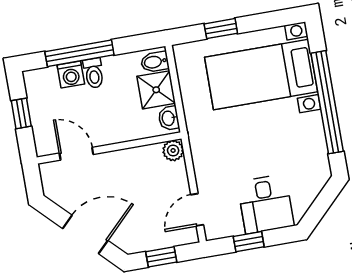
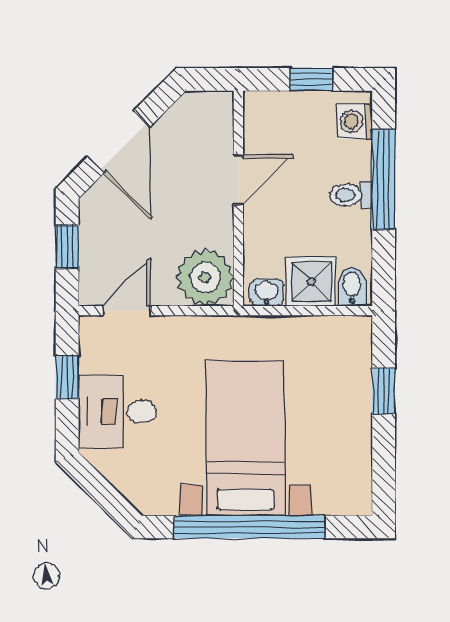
washing machine: (71, 75) -> (355, 121), moved
bed with nightstands: (261, 75) -> (245, 438), moved
plant: (173, 151) -> (205, 277), width x1.87, depth x1.87
door: (76, 154) -> (238, 180), moved
door: (197, 210) -> (126, 311), hinge flipped

